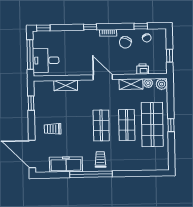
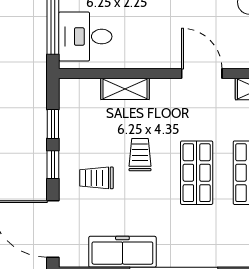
window: (31, 123) -> (53, 165), added
trolley: (100, 159) -> (140, 155), moved

